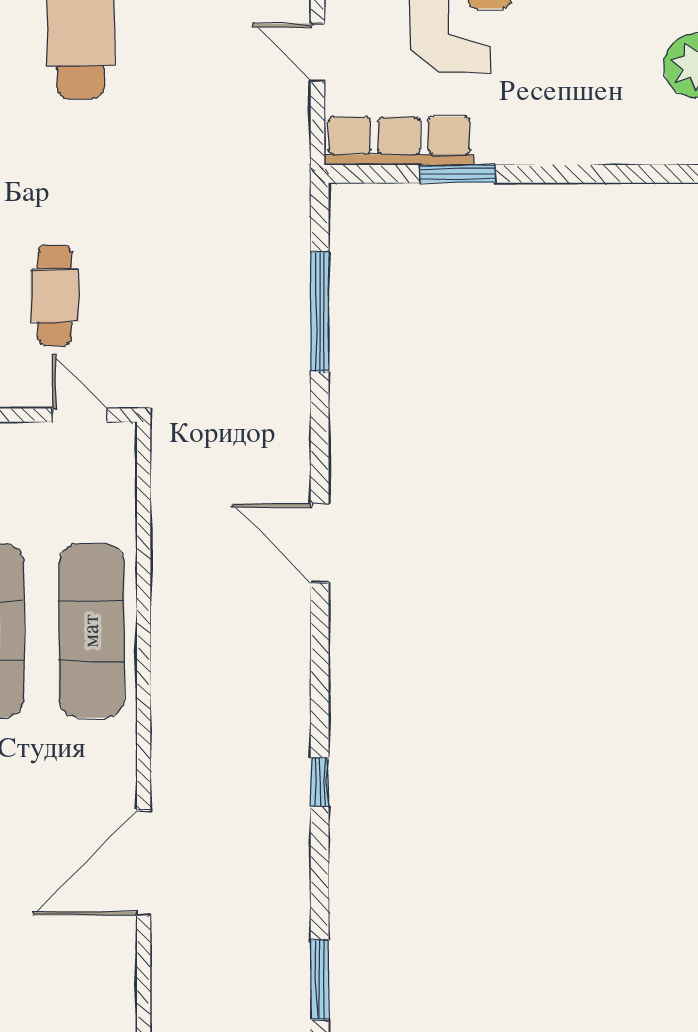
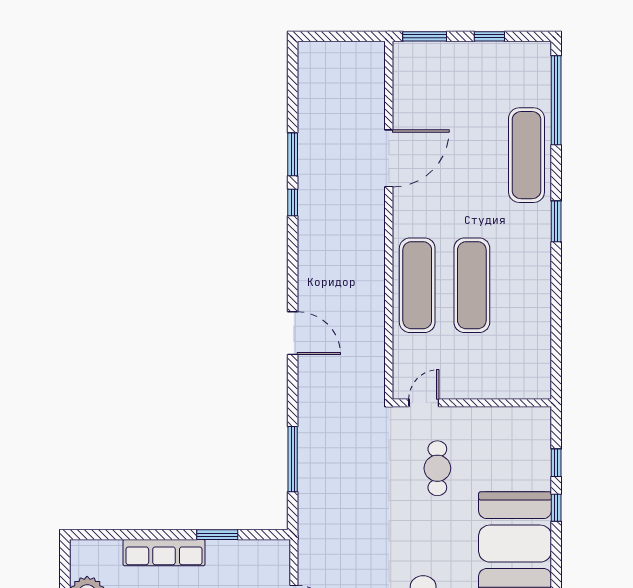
row of seats: (399, 141) -> (164, 553), moved
door: (79, 415) -> (424, 403), swing flipped
window: (320, 980) -> (293, 154), moved

